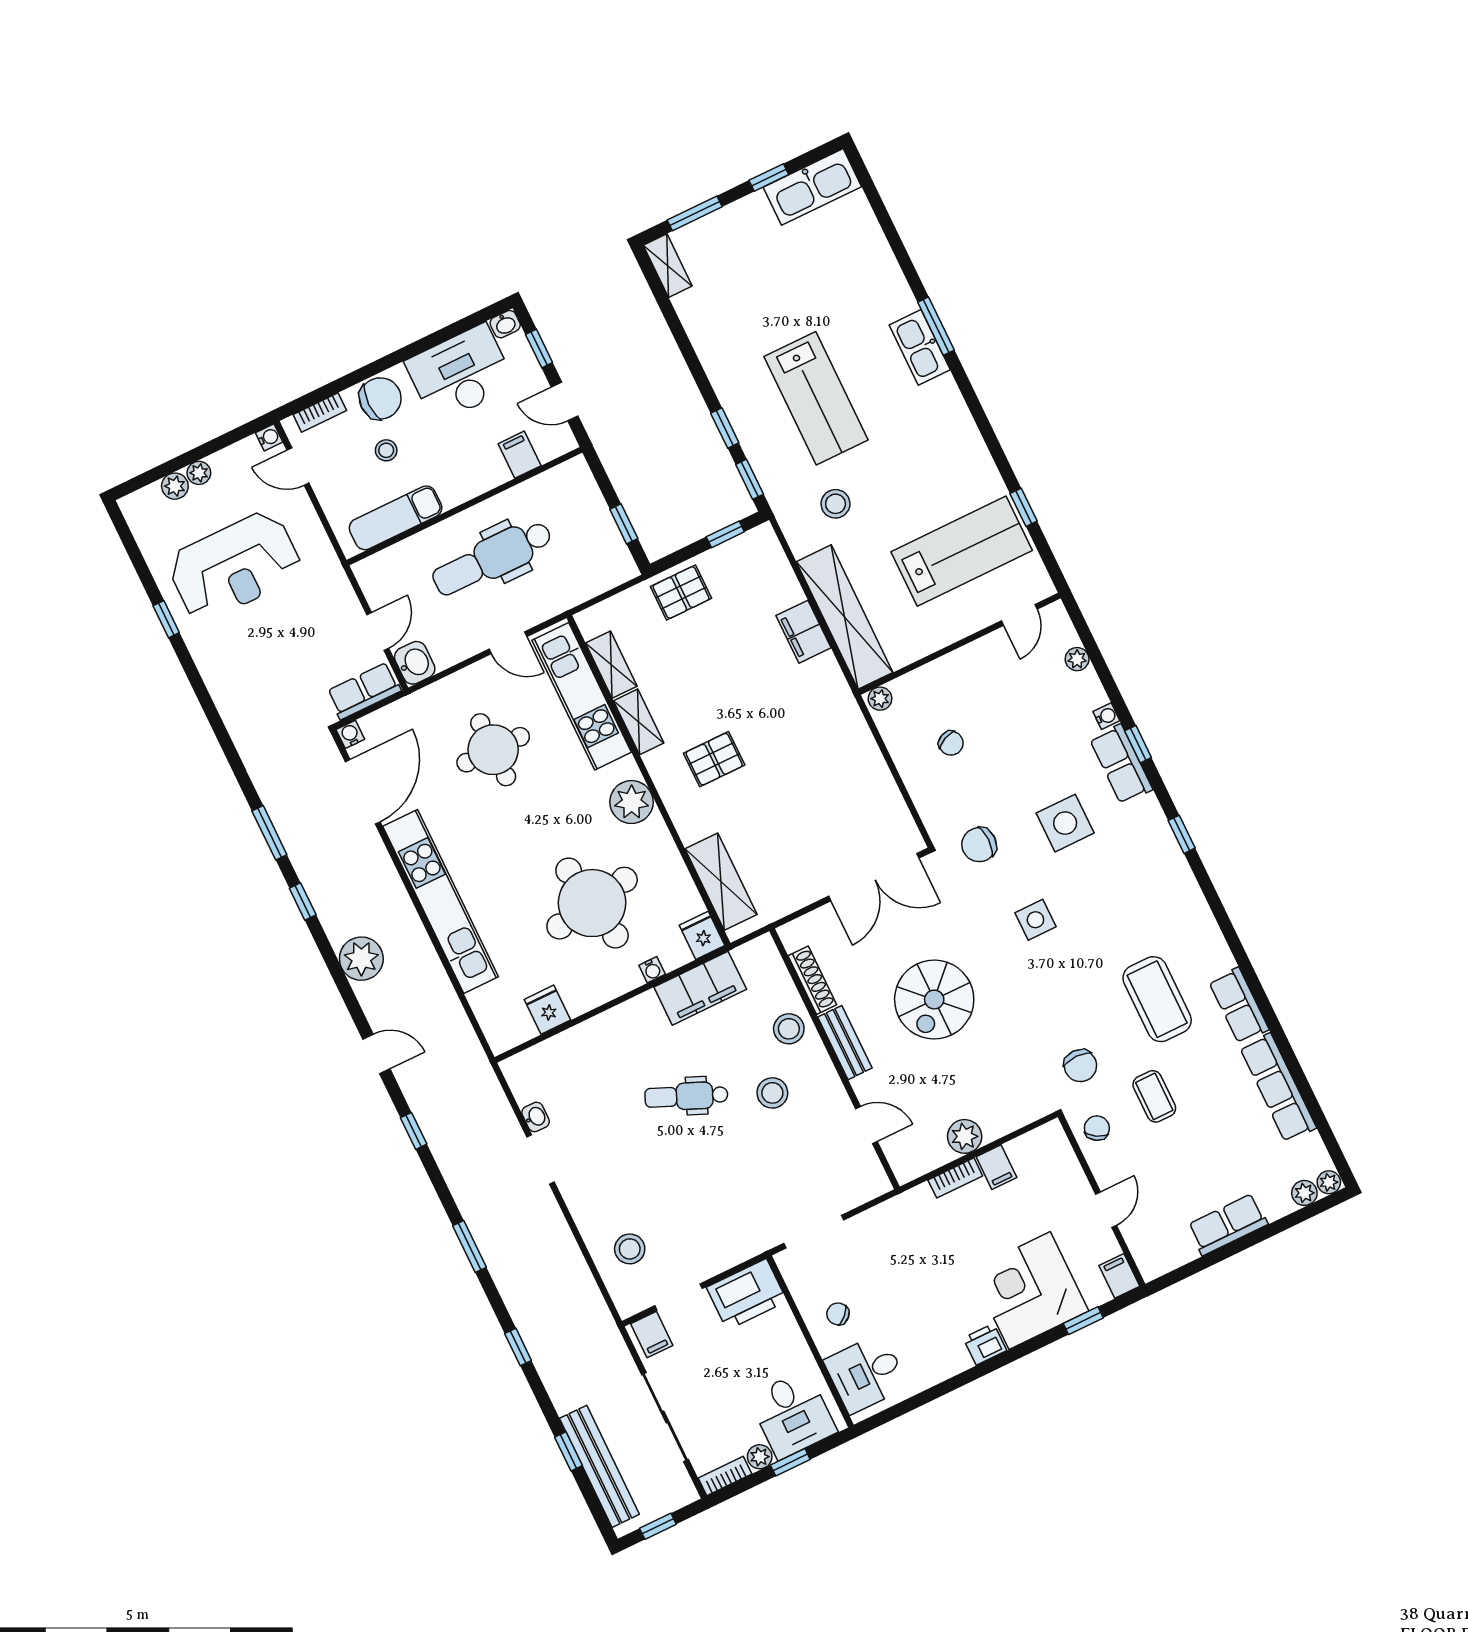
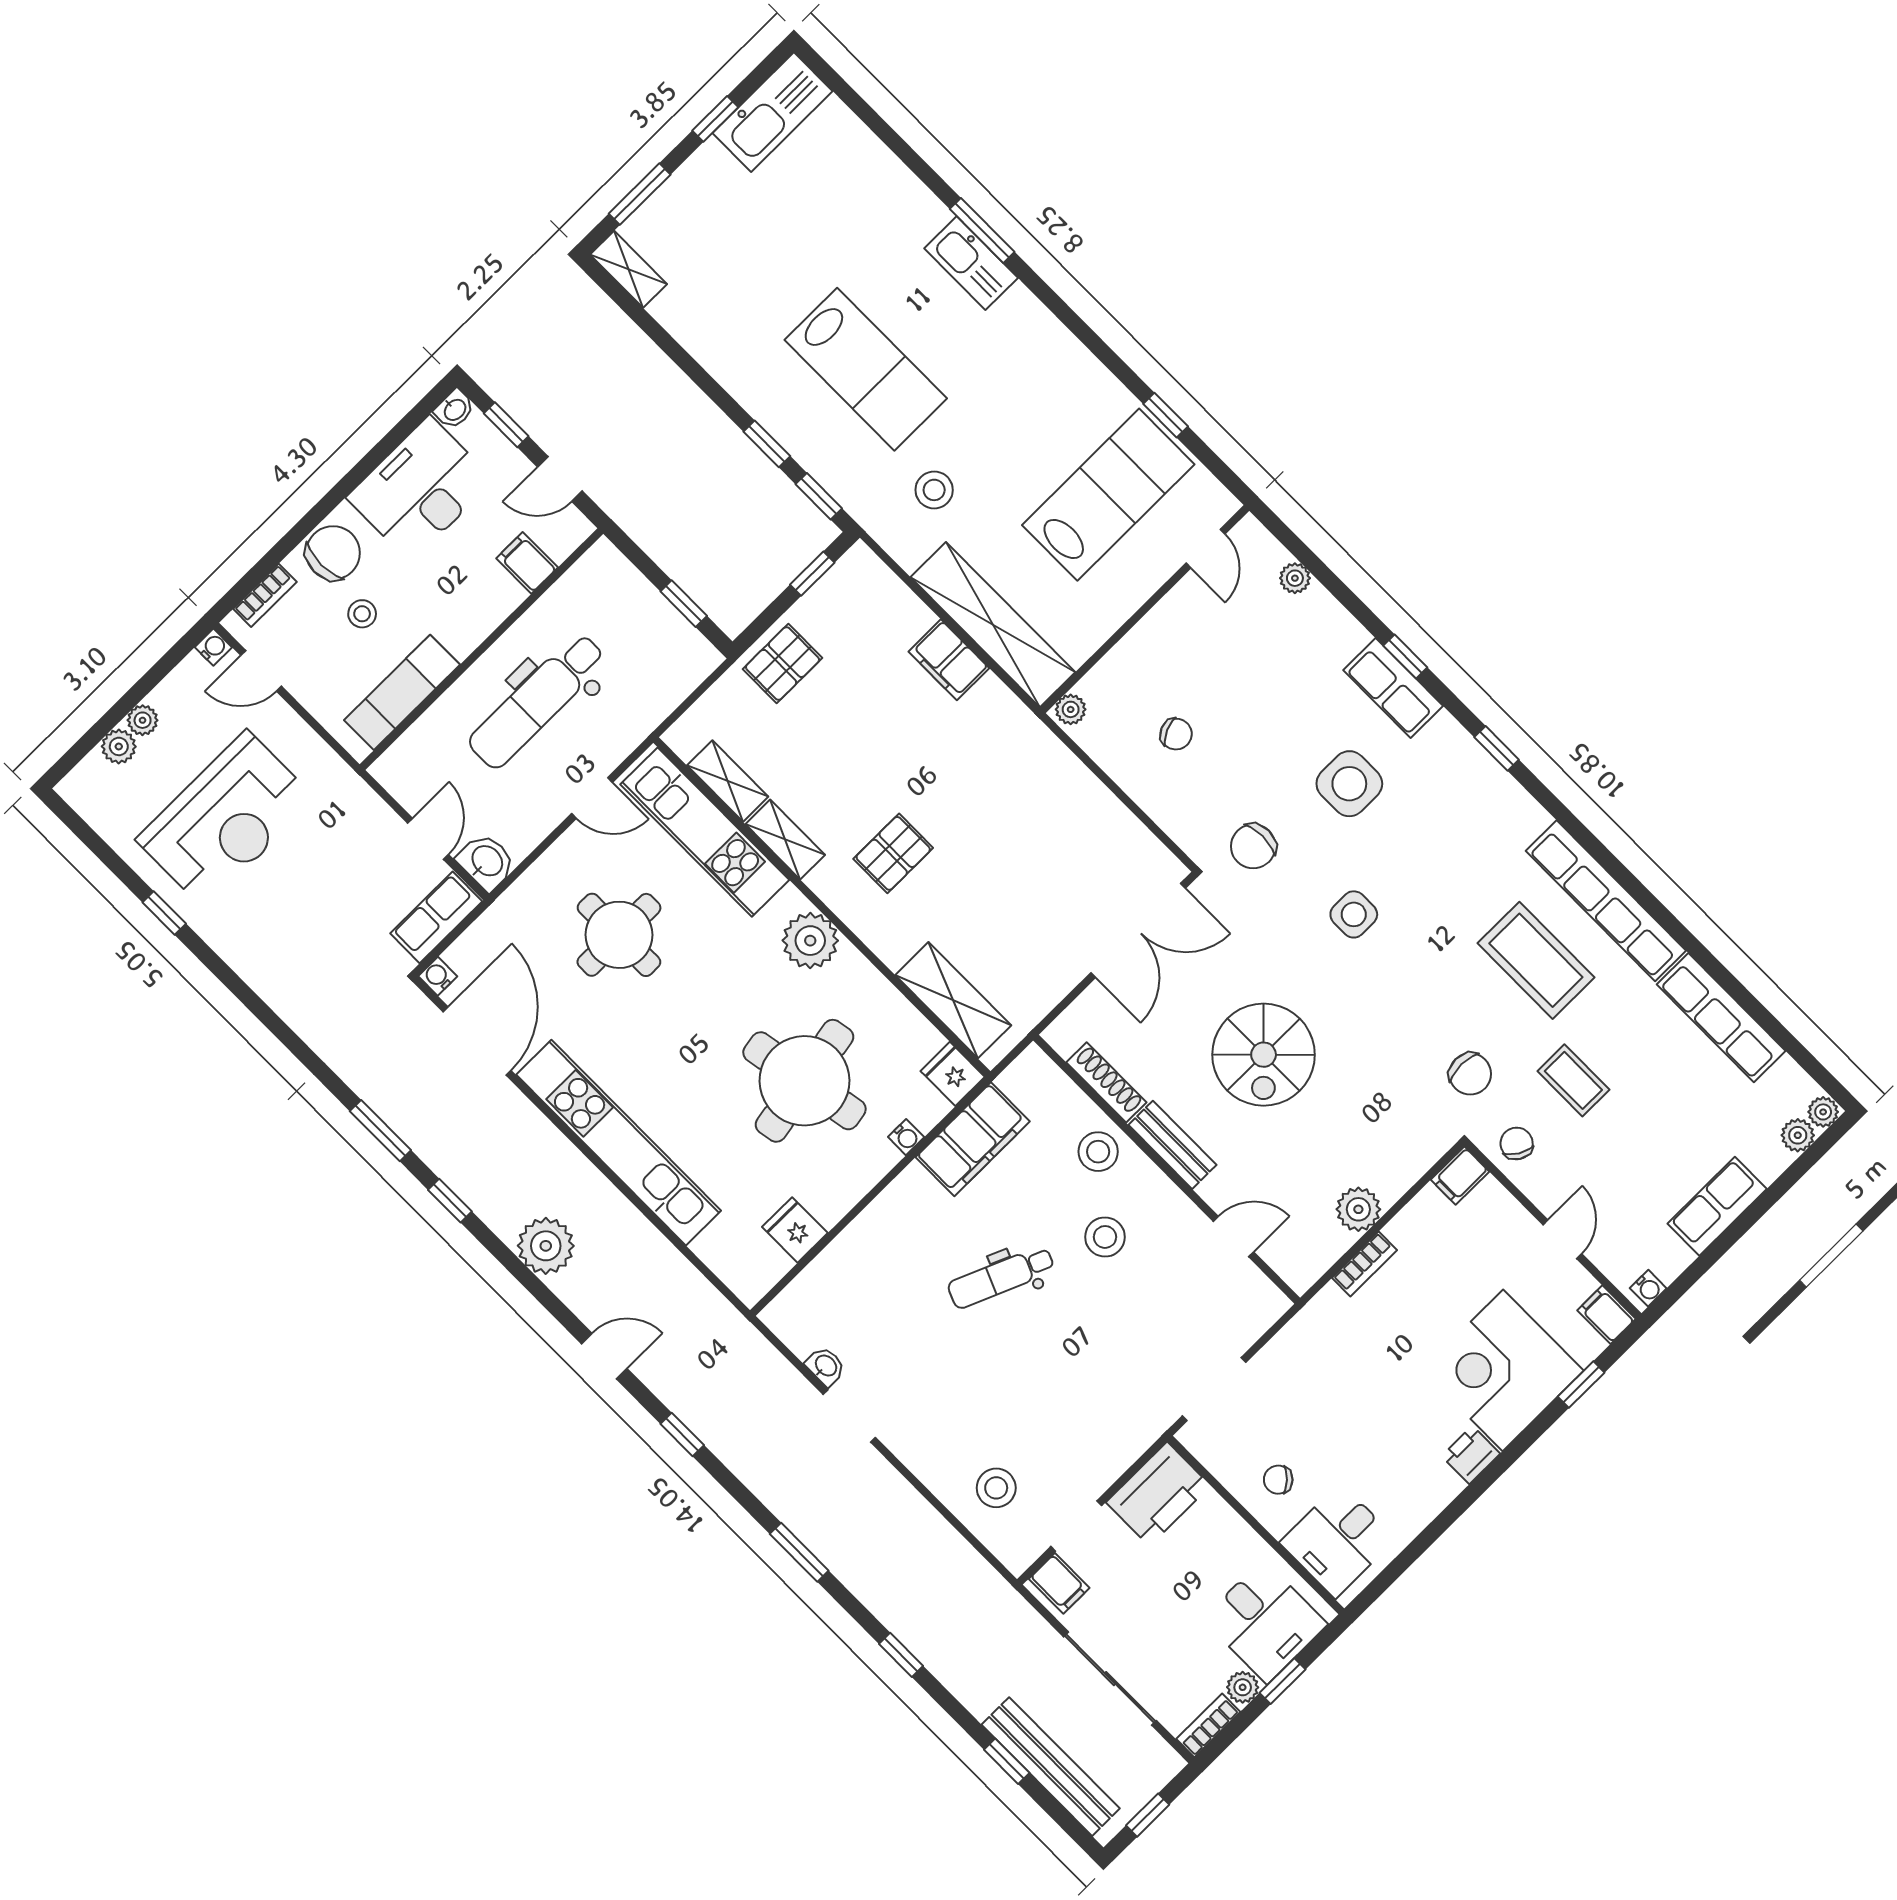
water cooler: (1106, 716) -> (1648, 1288), moved, turned 90
row of seats: (1239, 1005) -> (1606, 901), width x2.02
filing cabinet: (996, 1167) -> (1460, 1176), moved, turned 90

